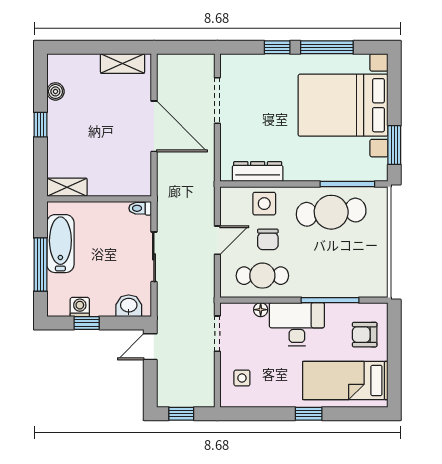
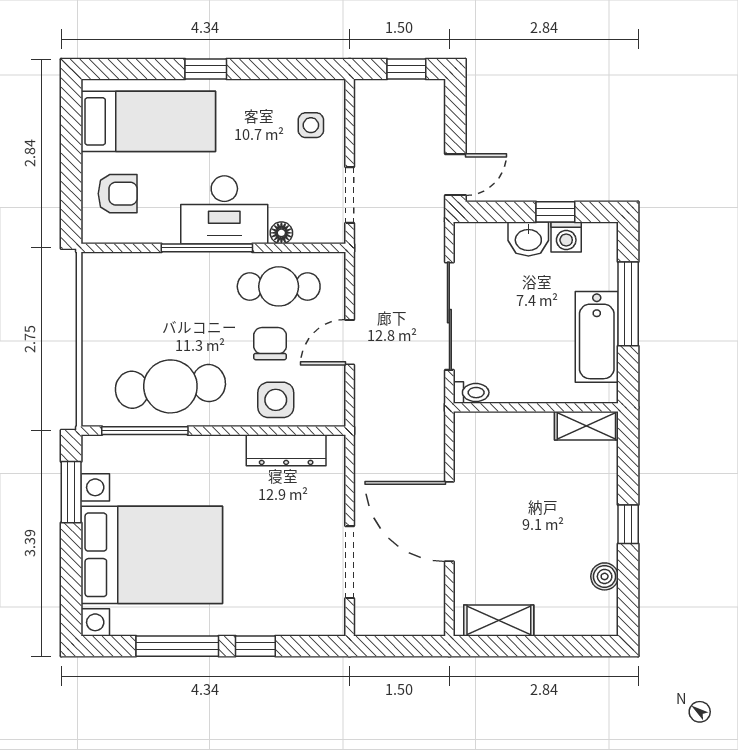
sliding door: (154, 257) -> (449, 316), width x1.37
window: (330, 300) -> (207, 248), moved
washbasin: (129, 306) -> (528, 239), moved

